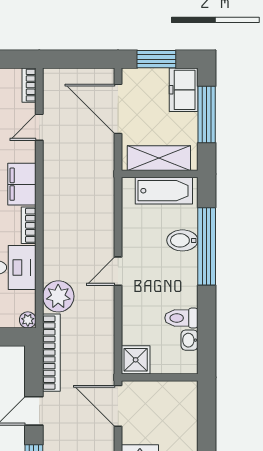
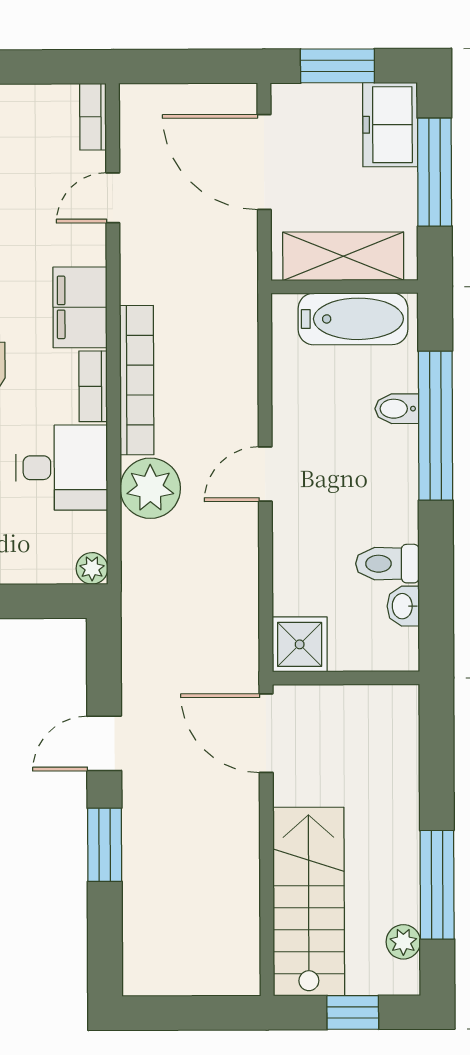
bidet: (182, 240) -> (397, 409), width x0.72, depth x0.74
plant: (58, 296) -> (150, 488), moved
bookcase: (51, 353) -> (137, 380), moved

